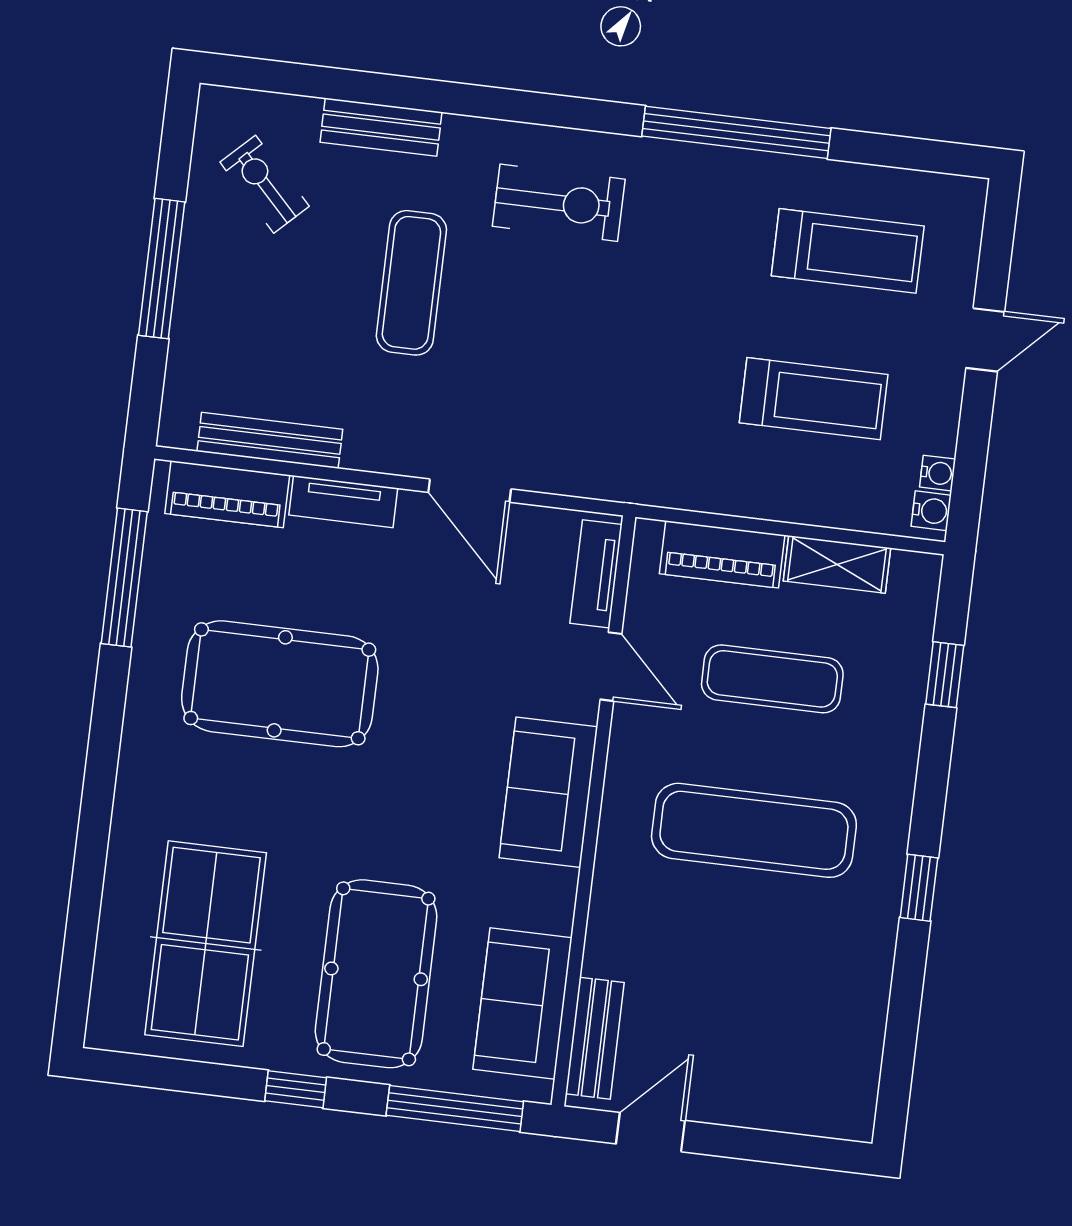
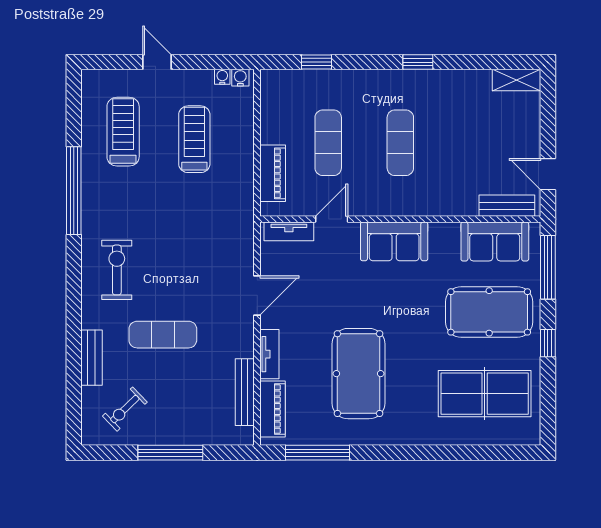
shelving: (837, 564) -> (517, 80), moved, turned 90
exercise mat: (754, 830) -> (400, 143), width x0.73, depth x0.69

